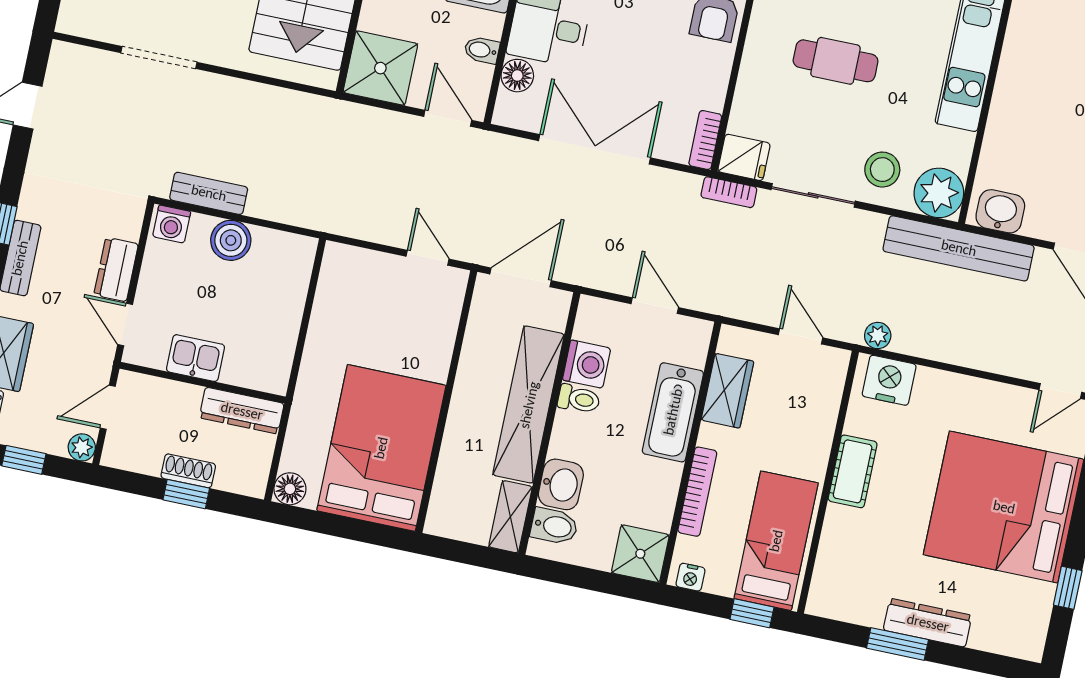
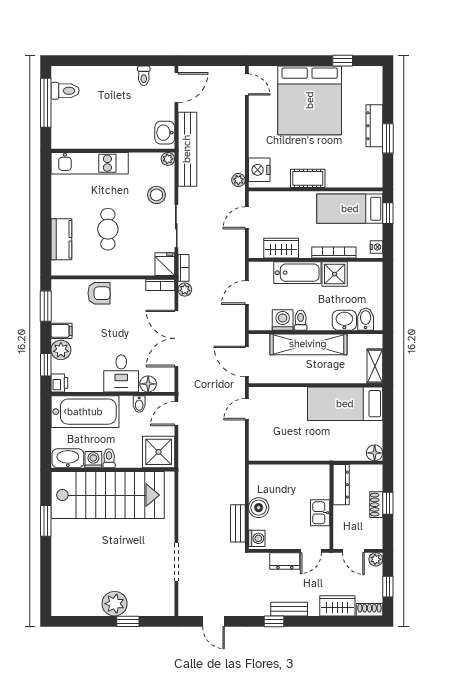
plant: (686, 186) -> (185, 290), added
plant: (939, 193) -> (168, 159), width x0.53, depth x0.53
bed: (381, 448) -> (345, 404), width x0.67
shelving: (510, 517) -> (375, 366), moved, turned 90
shower: (640, 554) -> (335, 274), moved

